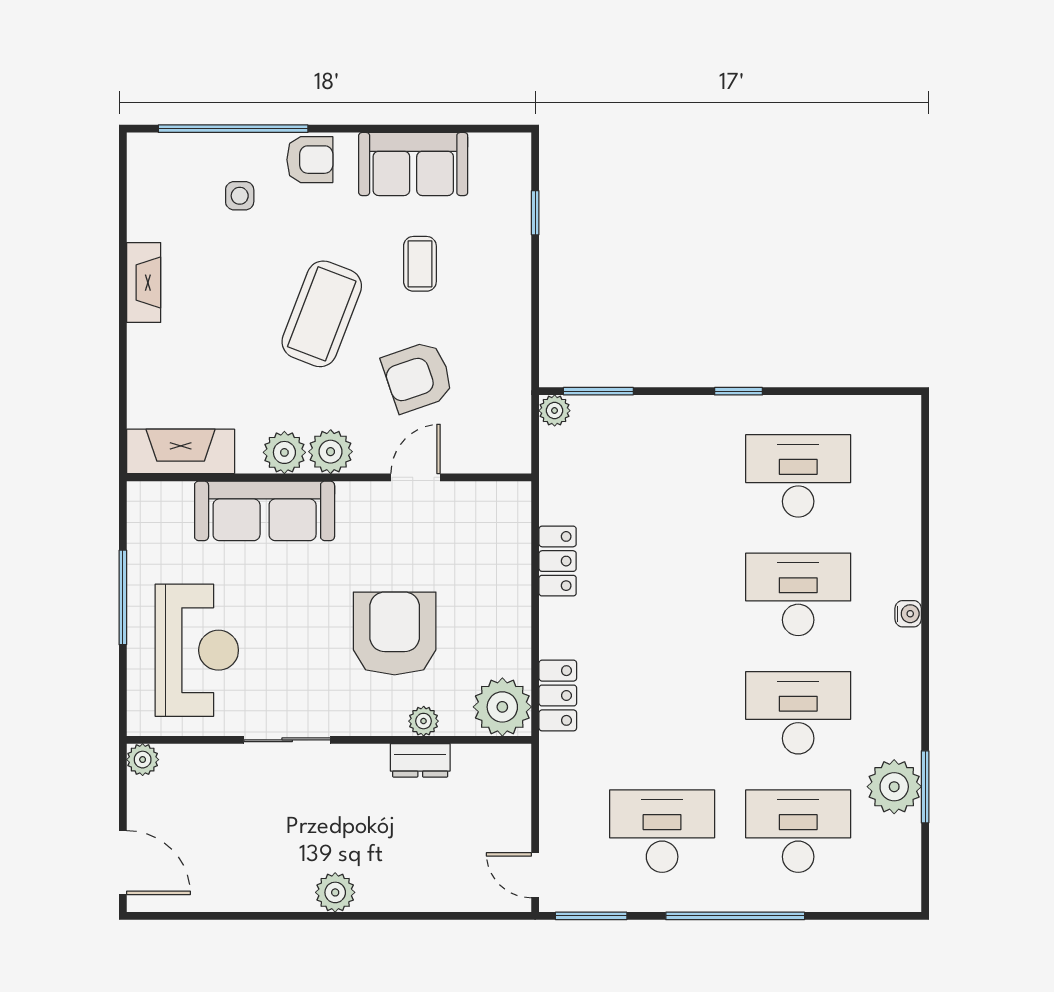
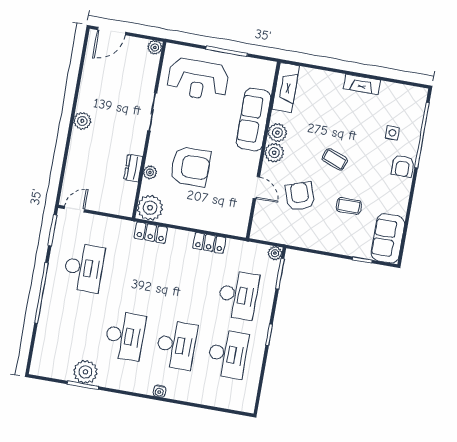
sofa: (413, 164) -> (388, 238), moved
coffee table: (322, 314) -> (335, 159), width x0.54, depth x0.58
desk: (798, 831) -> (238, 295), moved

